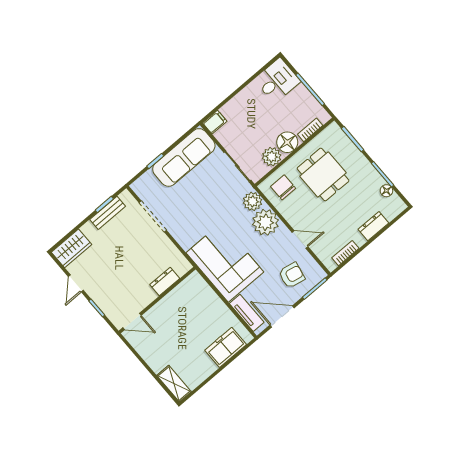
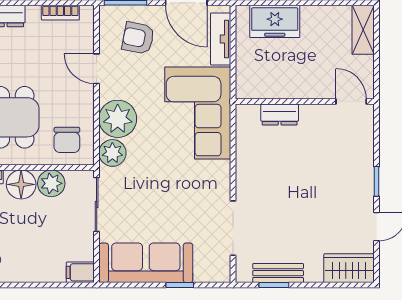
dresser: (165, 281) -> (280, 115), moved
wall: (157, 300) -> (305, 102), moved
door: (132, 321) -> (351, 102), moved

